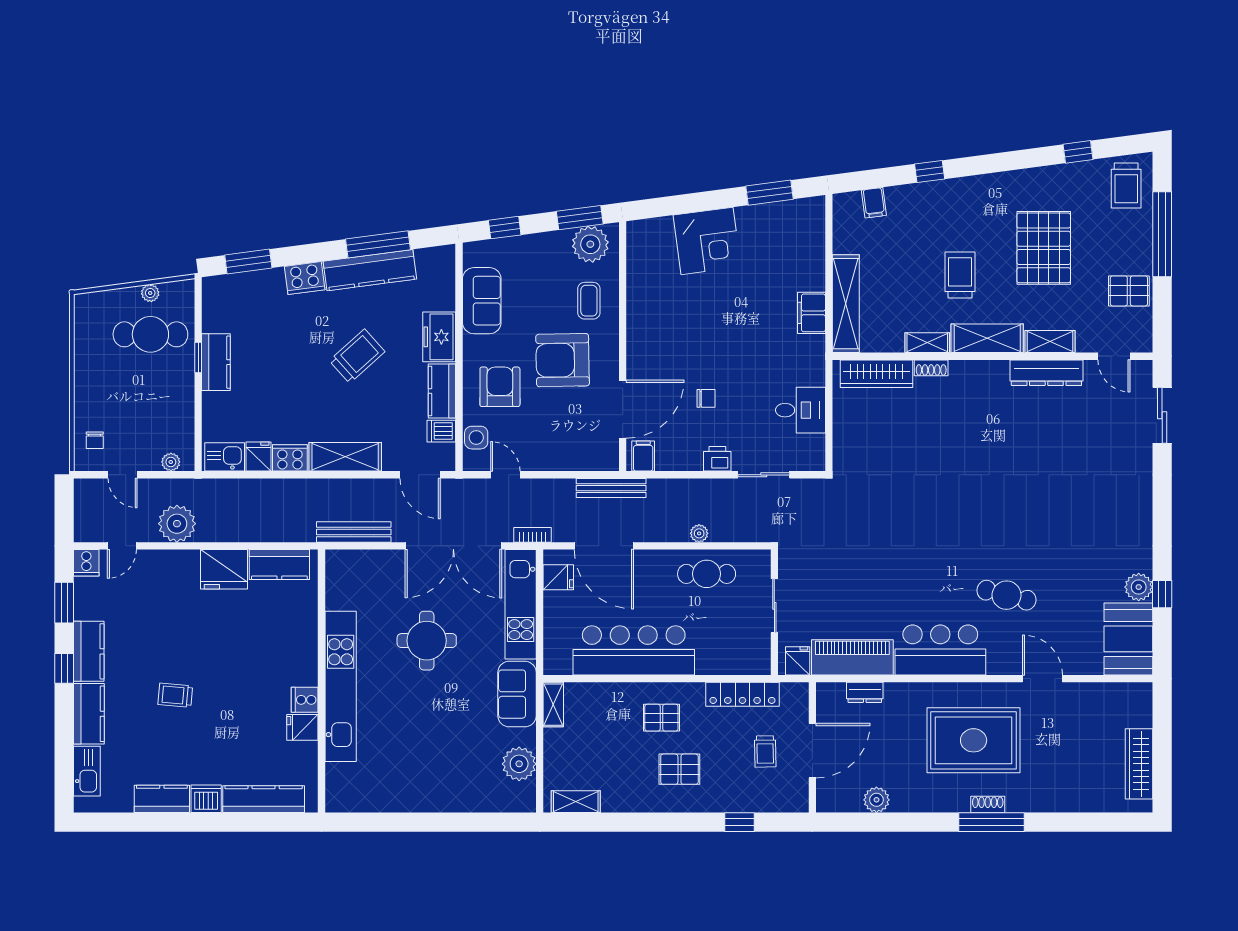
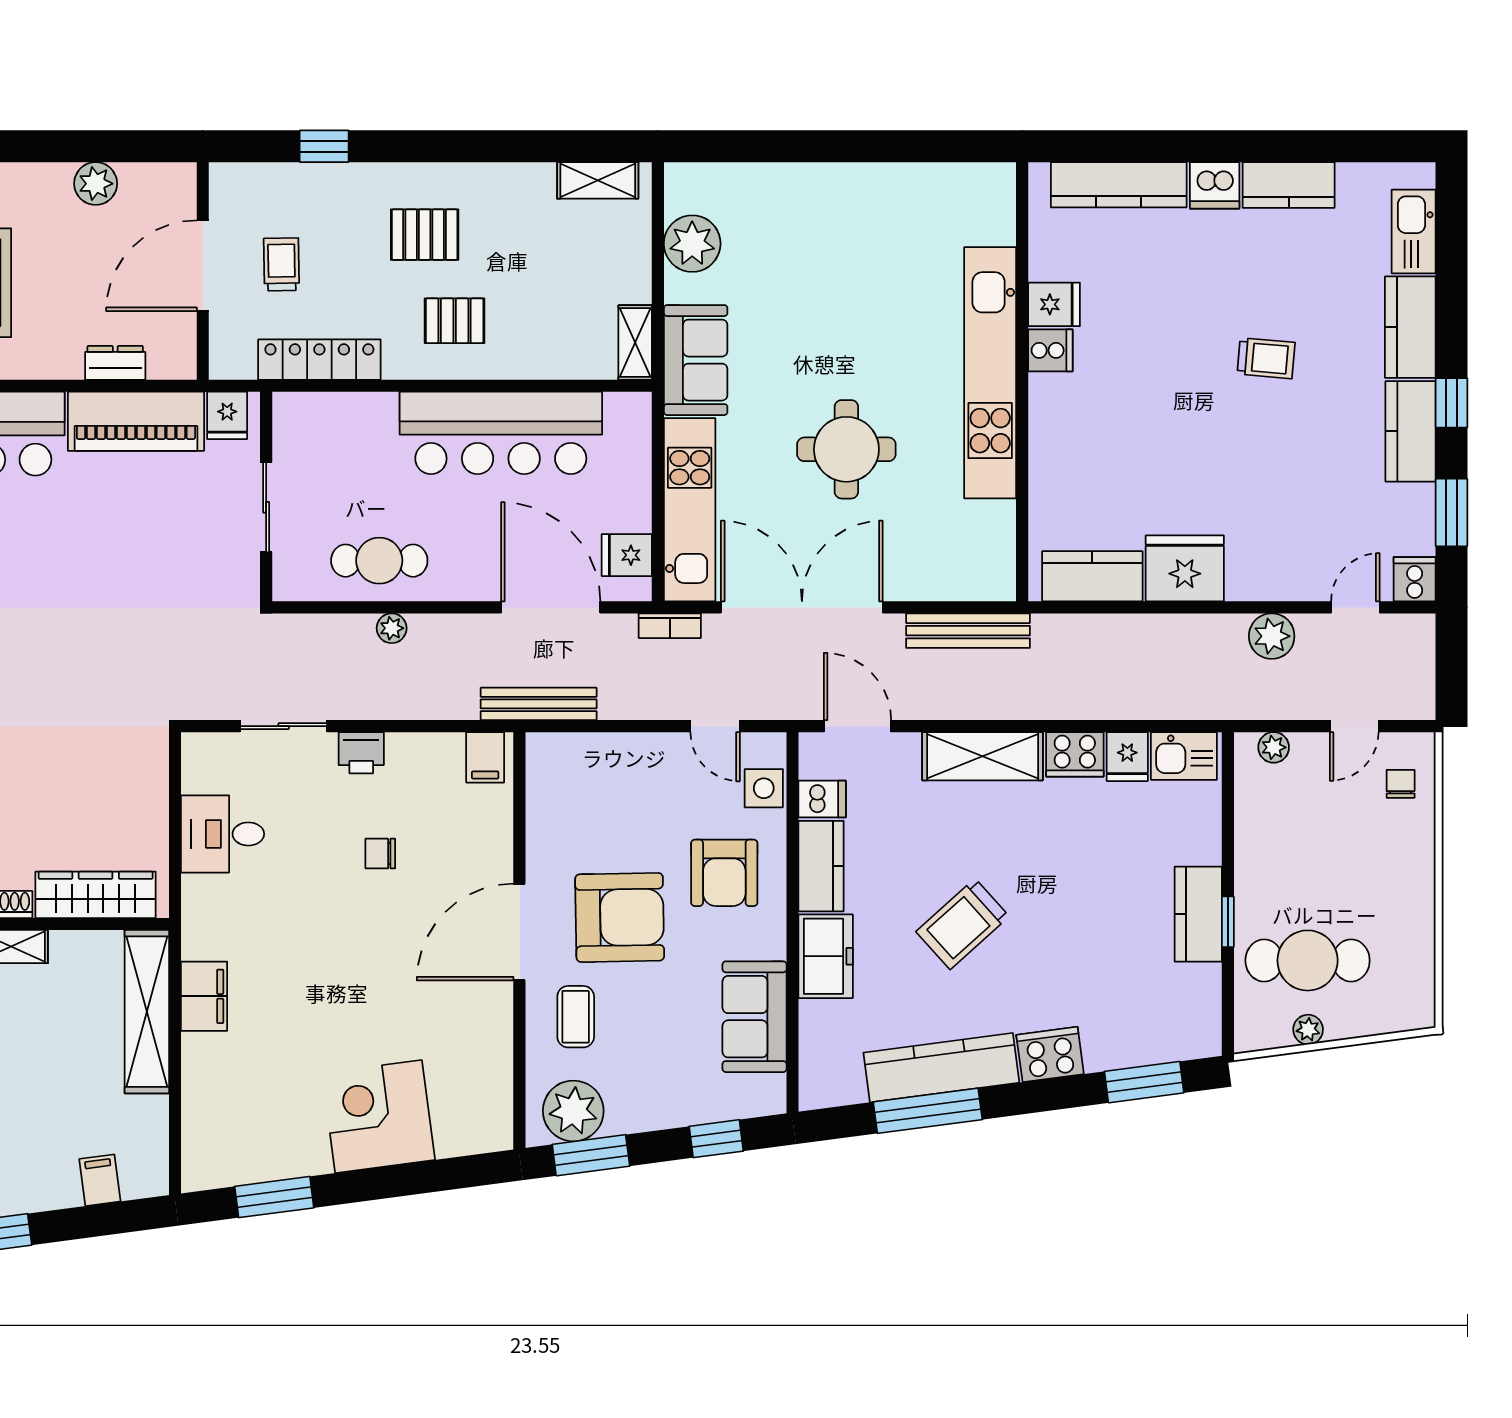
door: (623, 409) -> (519, 932), moved
door: (123, 475) -> (1354, 726), swing flipped
plant: (177, 524) -> (1272, 636), width x0.73, depth x0.73

